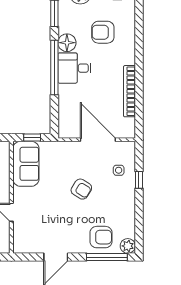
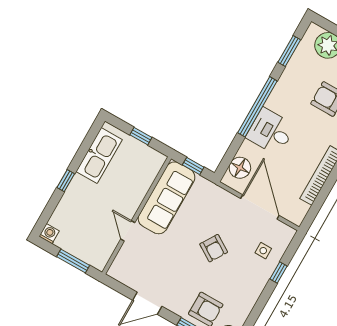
floor lamp: (67, 43) -> (240, 168), moved
desk: (74, 68) -> (271, 132), moved
sofa: (26, 164) -> (167, 198), width x1.36

